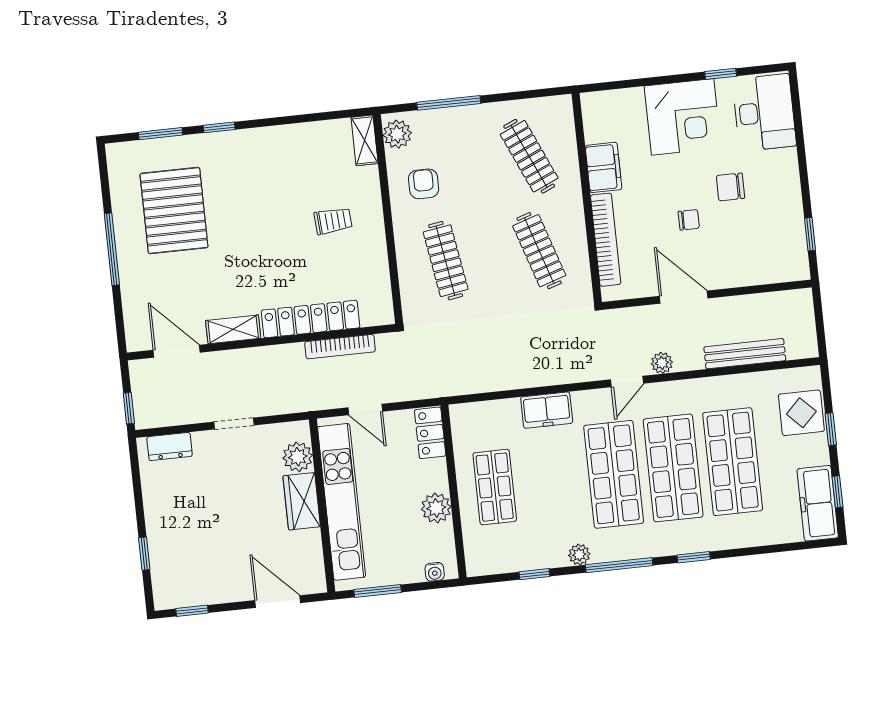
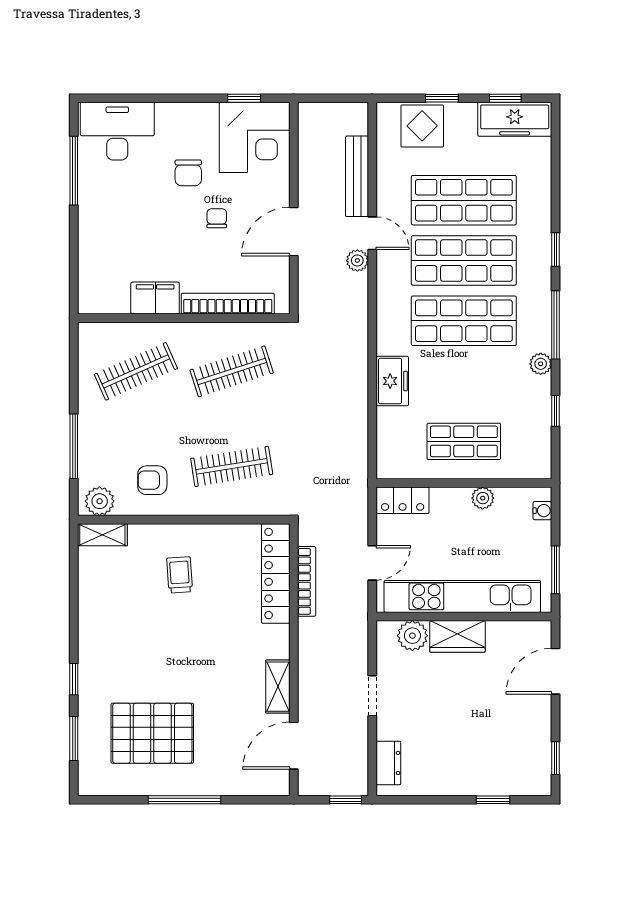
window: (721, 74) -> (74, 171), width x2.17
corner desk: (683, 117) -> (255, 137), moved, turned 90
locker: (311, 319) -> (276, 573), moved
door: (627, 382) -> (372, 233), moved
plant: (436, 508) -> (483, 498), width x0.73, depth x0.73

